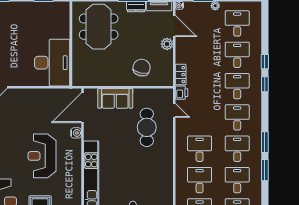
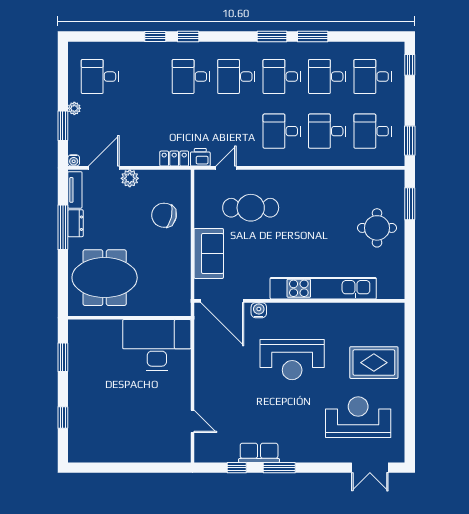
desk: (237, 55) -> (145, 77), removed

